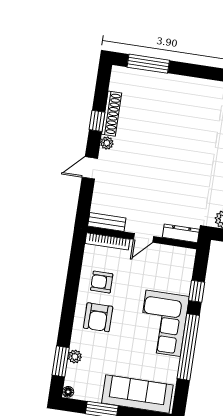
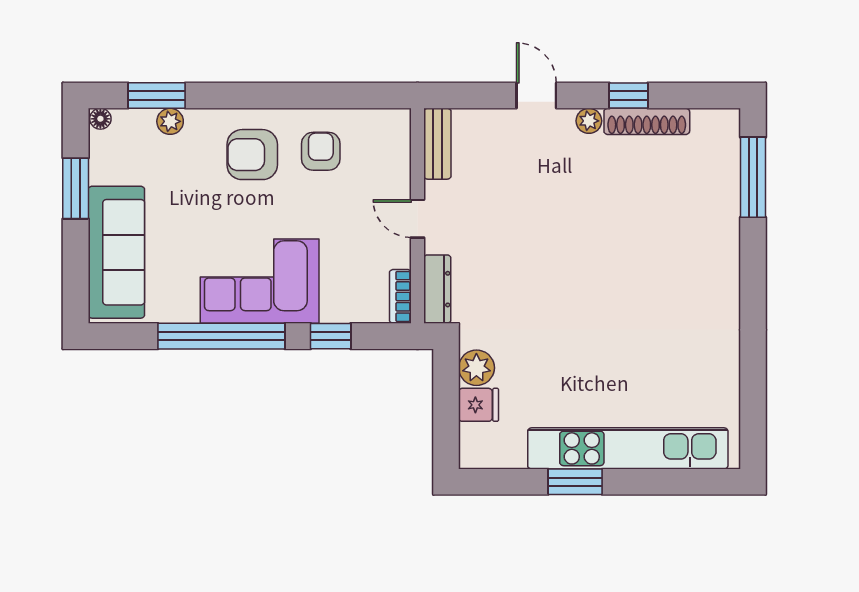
bookcase: (107, 241) -> (400, 296), moved, width x0.64

